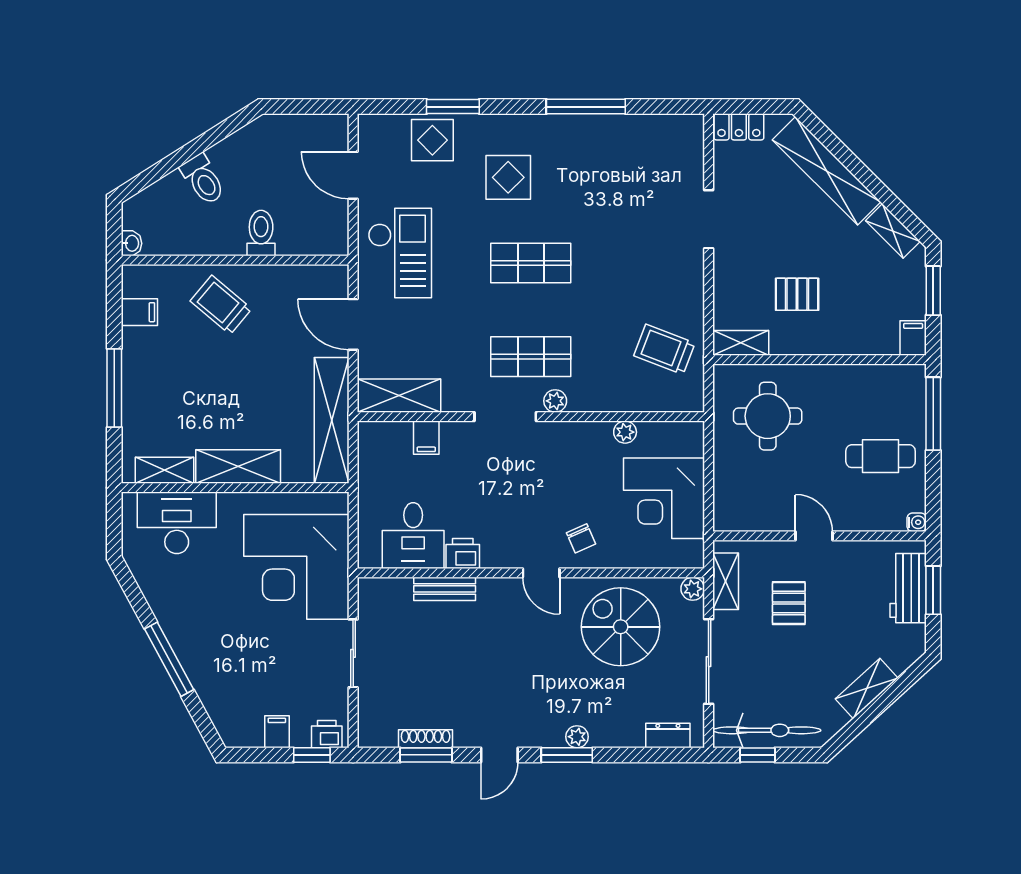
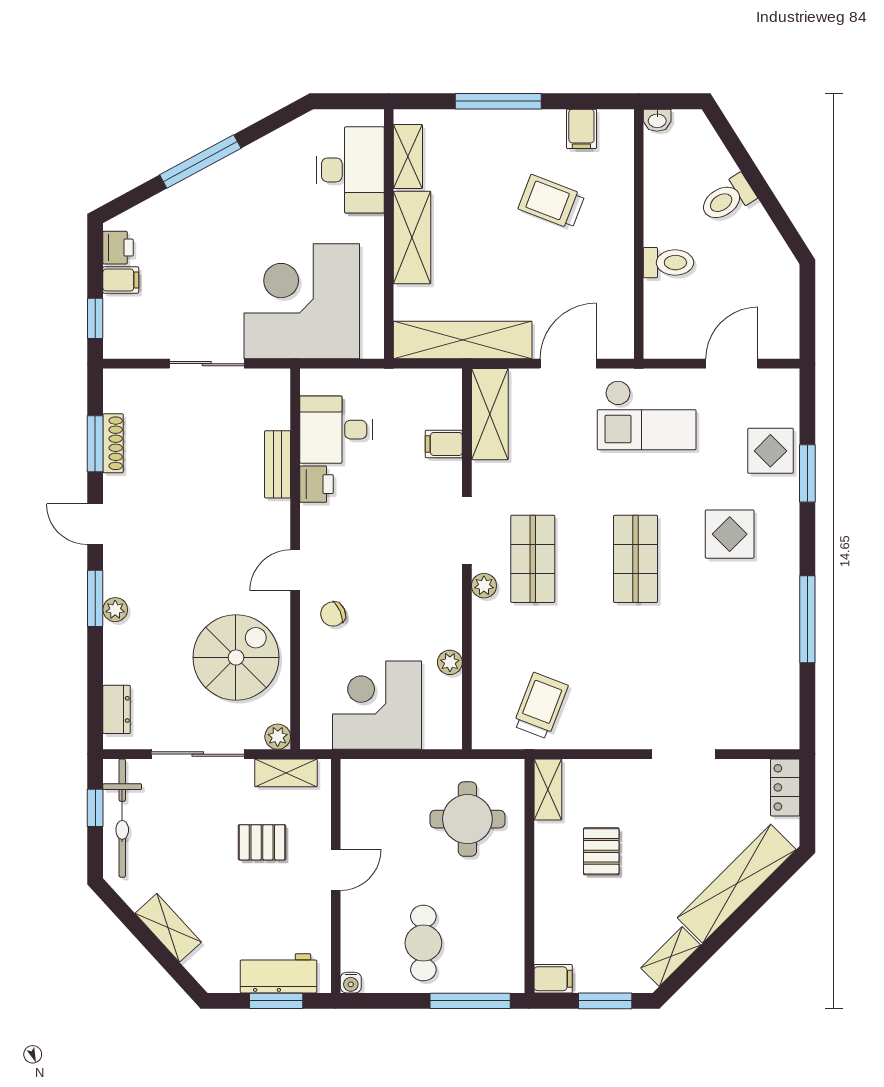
trolley: (221, 305) -> (551, 202), moved, turned -109
printer: (327, 734) -> (118, 248), moved

